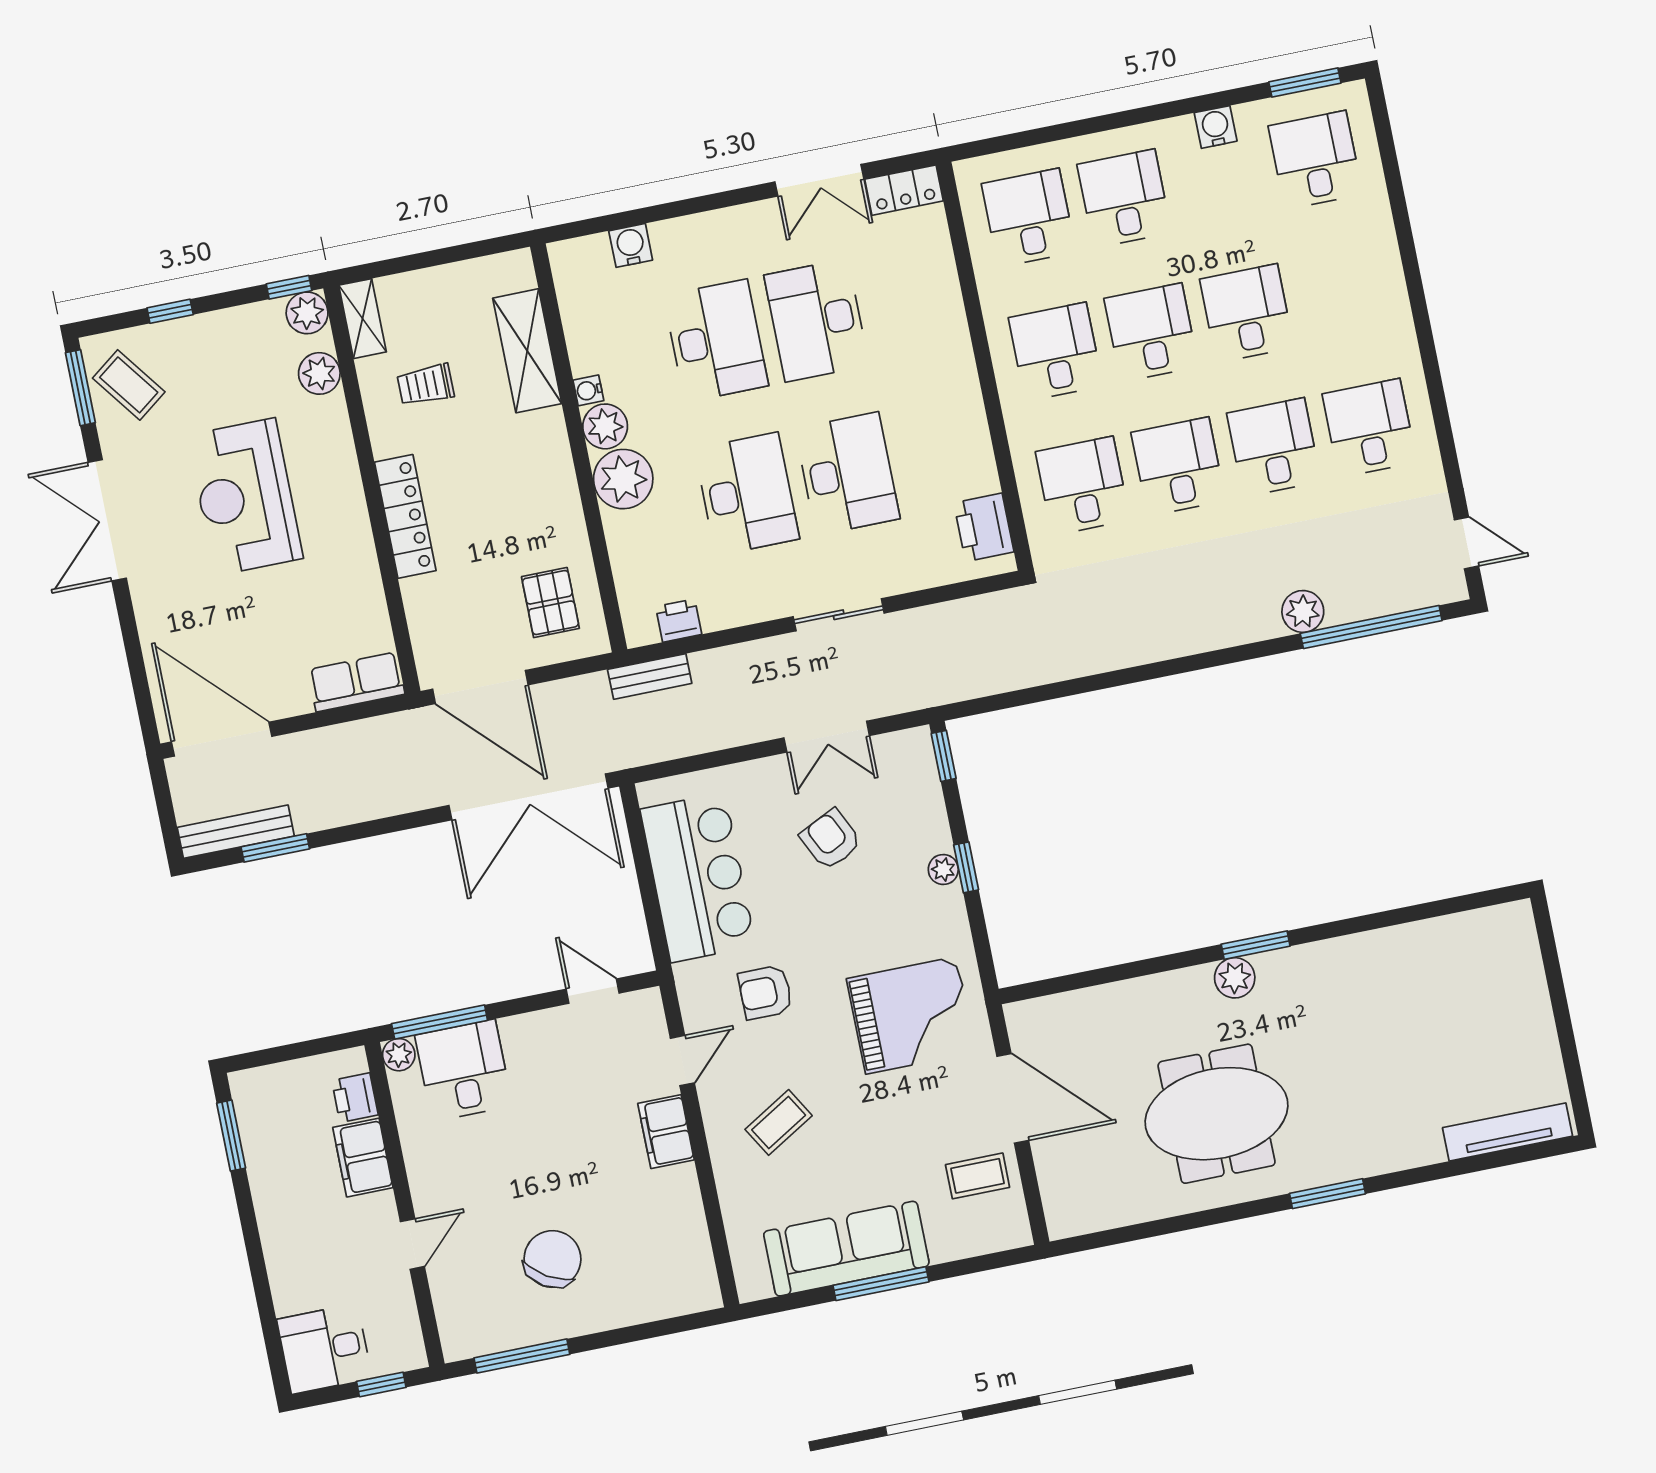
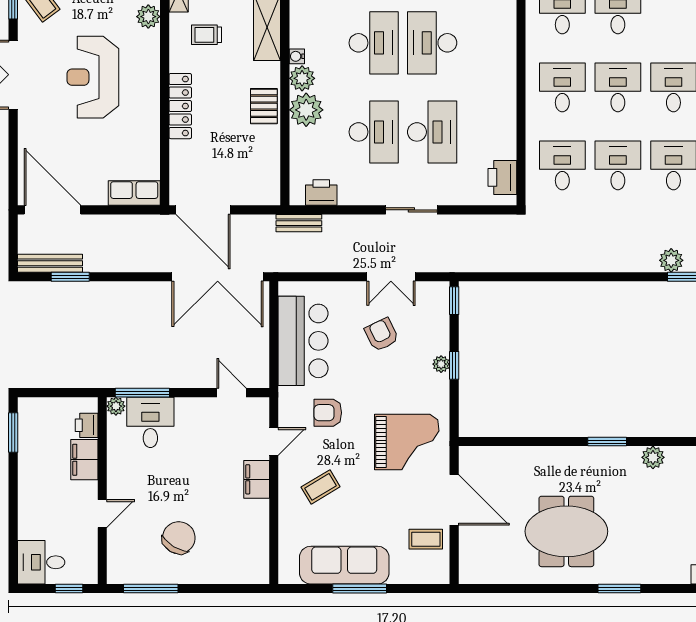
pallet: (550, 603) -> (264, 106), moved
printer: (679, 620) -> (321, 193), width x1.36, depth x1.24
plant: (1235, 978) -> (653, 457), moved

